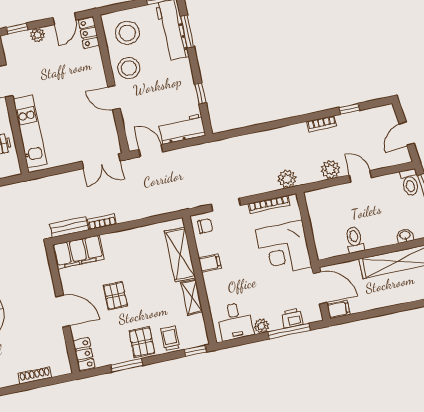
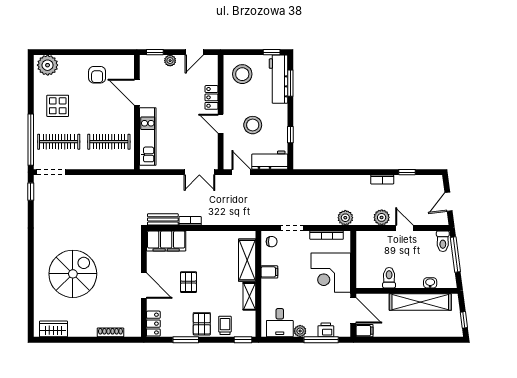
locker: (89, 33) -> (211, 97), moved
stool: (129, 68) -> (253, 125), moved

